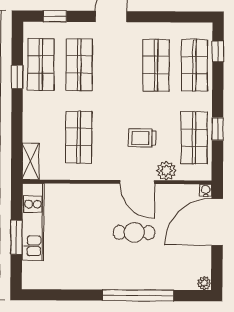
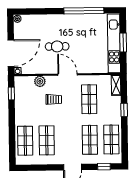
window: (218, 51) -> (12, 149), removed
window: (17, 77) -> (124, 110), moved
window: (218, 129) -> (11, 93), moved
shop shelf: (194, 138) -> (25, 100), removed
door: (137, 182) -> (68, 75), moved
kitchen unit: (33, 222) -> (114, 43), width x1.36
window: (138, 295) -> (84, 11), moved

